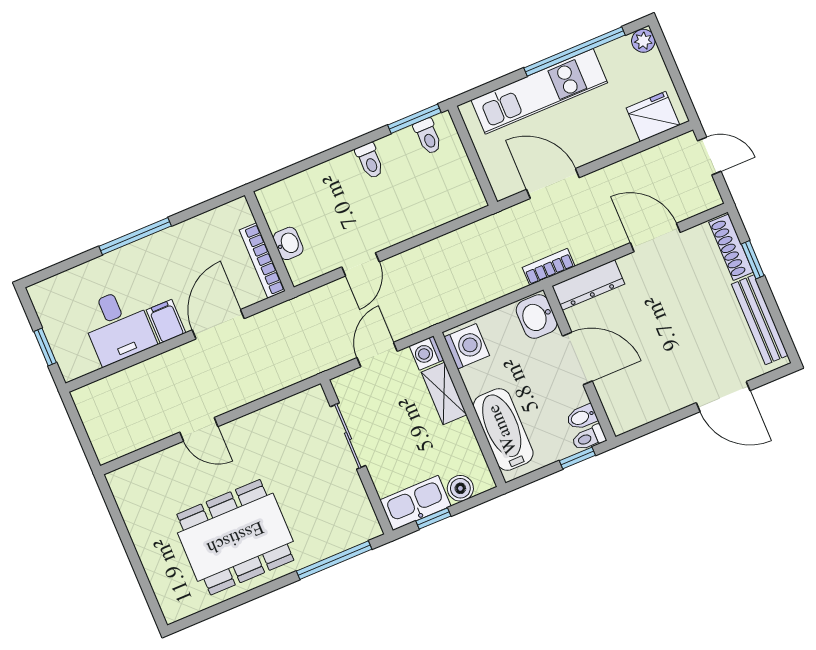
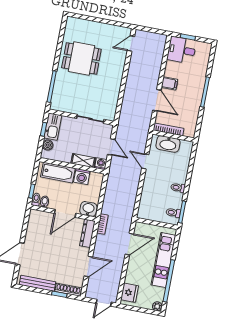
washbasin: (288, 243) -> (168, 144), width x1.91, depth x1.45
desk: (118, 326) -> (182, 50), moved
washing machine: (467, 346) -> (82, 177), moved
door: (199, 429) -> (131, 44), moved
dining table: (235, 537) -> (81, 58), width x0.73

